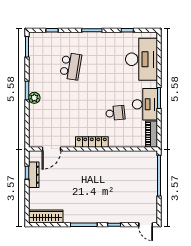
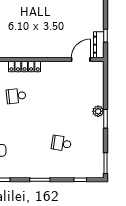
school desk: (71, 66) -> (61, 143), width x0.54
locker: (92, 142) -> (25, 67), moved
dresser: (34, 175) -> (99, 45), moved

